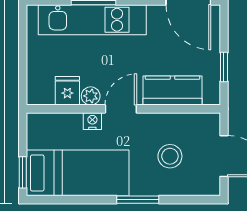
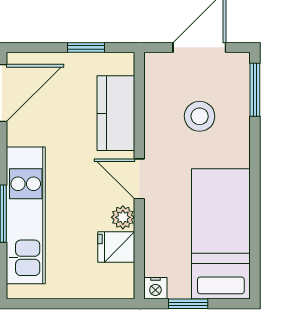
nightstand: (92, 121) -> (155, 288), moved, turned -90
window: (23, 172) -> (188, 304), moved
window: (138, 200) -> (255, 90), moved

